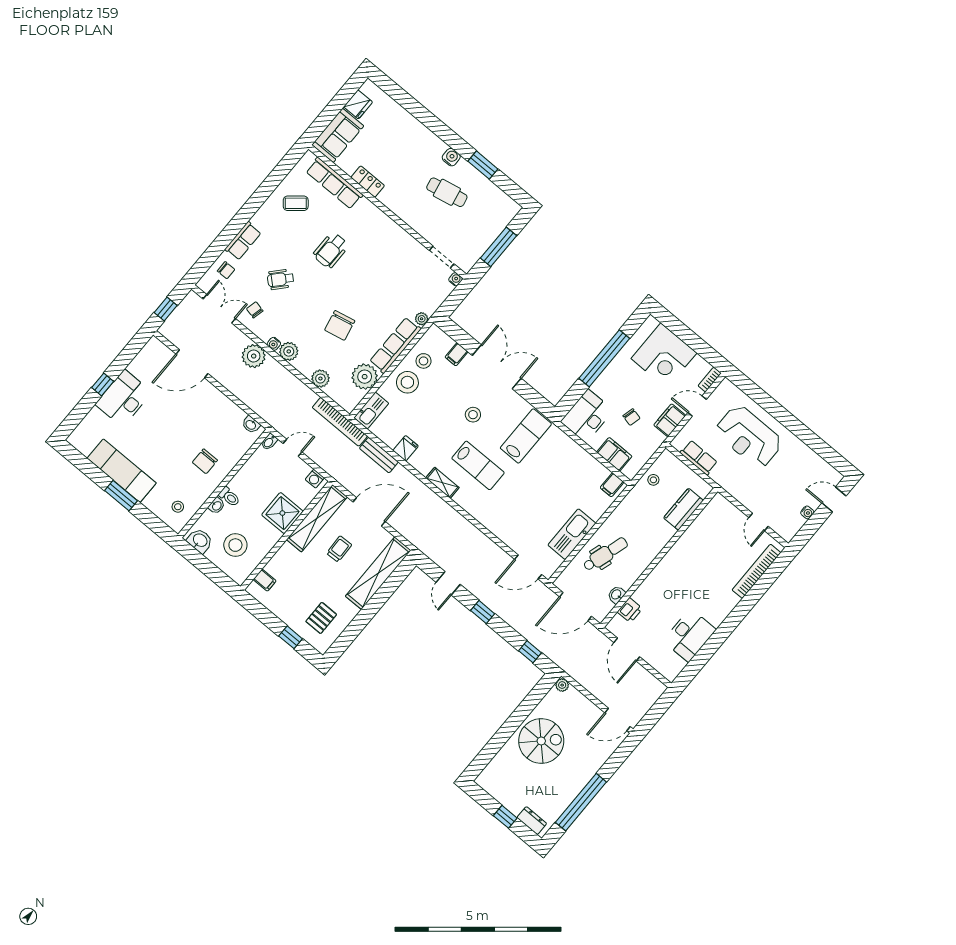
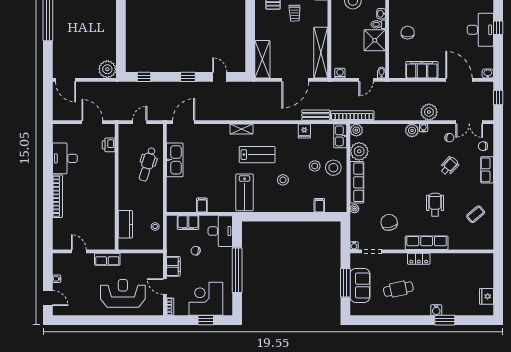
sofa: (338, 135) -> (360, 285), moved, turned 180
water cooler: (451, 157) -> (436, 310), moved
window: (483, 165) -> (445, 320), moved
locker: (368, 182) -> (419, 259), moved
row of seats: (334, 183) -> (427, 243), moved
chair: (340, 325) -> (389, 222), moved
window: (683, 333) -> (206, 320), added
stool: (424, 361) -> (315, 166), moved
door: (192, 364) -> (459, 80), hinge flipped
double door: (497, 367) -> (292, 217), removed
plant: (320, 379) -> (356, 130), moved
door: (697, 406) -> (165, 287), swing flipped
filing cabinet: (223, 408) -> (422, 70), added
washbasin: (251, 425) -> (488, 73), moved
row of seats: (699, 458) -> (107, 259), moved
lab bench: (478, 465) -> (257, 155), turned 180
shelving: (442, 483) -> (241, 129), moved
filing cabinet: (612, 485) -> (202, 205), moved
door: (834, 499) -> (48, 298), hinge flipped
shower: (282, 513) -> (375, 40), moved
trolley: (339, 549) -> (295, 13), moved
bookcase: (756, 571) -> (57, 196), moved
shelving: (378, 573) -> (262, 59), width x0.68
washbasin: (616, 595) -> (123, 147), removed
door: (576, 607) -> (140, 122), width x0.53
plant: (562, 685) -> (107, 69), width x1.88, depth x1.88
door: (618, 720) -> (66, 80), swing flipped
spiral stairs: (541, 741) -> (97, 33), removed

